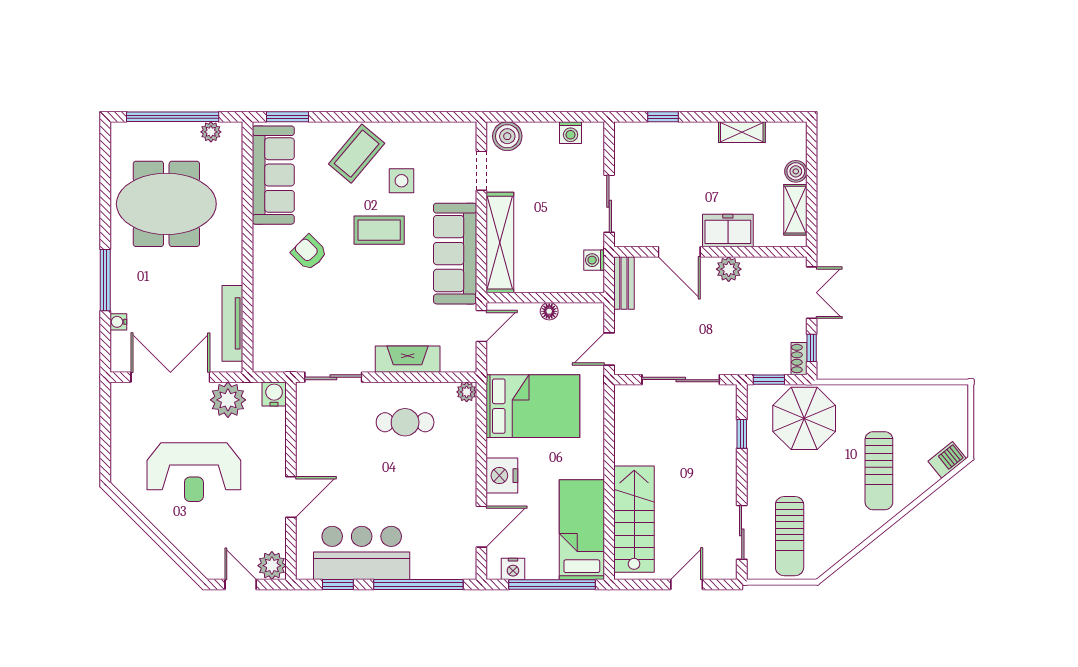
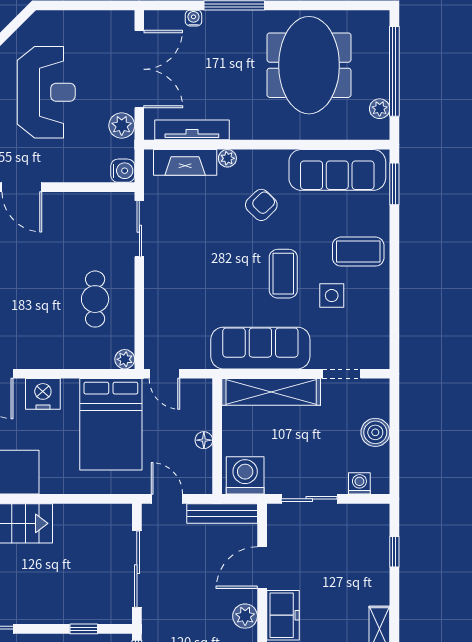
washing machine: (571, 133) -> (359, 483), moved, turned 90
boiler: (507, 136) -> (375, 432), moved
coffee table: (357, 154) -> (358, 252), turned -40
washing machine: (594, 260) -> (245, 475), width x1.89, depth x1.89
bench: (624, 283) -> (222, 514), width x1.36
plant: (261, 287) -> (227, 158), added
door: (481, 326) -> (164, 374), moved
fireplace: (408, 359) -> (185, 162), moved, turned 90
plant: (228, 400) -> (122, 126), width x0.73, depth x0.73
reception desk: (194, 472) -> (46, 92), turned 180

